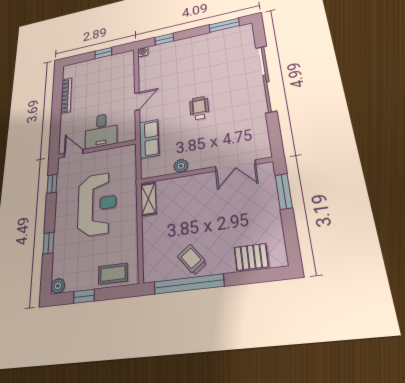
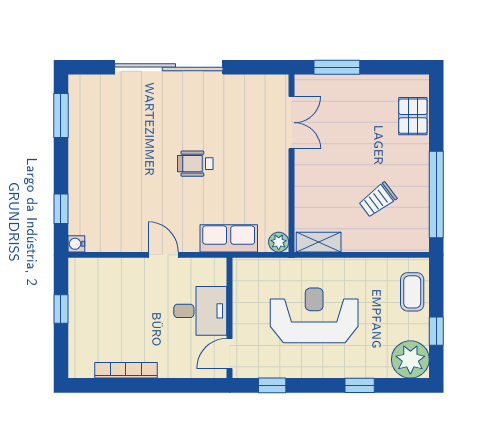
plant: (181, 166) -> (279, 242), moved
trolley: (192, 260) -> (378, 200), moved
plant: (58, 286) -> (410, 359), width x1.88, depth x1.88

